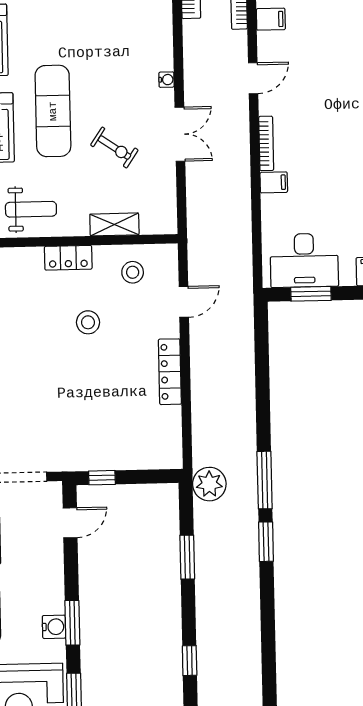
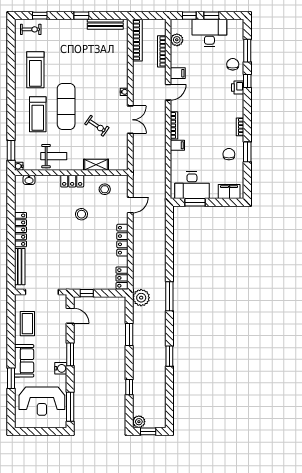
filing cabinet: (271, 19) -> (178, 73), moved
locker: (171, 446) -> (122, 278), added
door: (70, 523) -> (70, 316), hinge flipped
window: (266, 542) -> (169, 356), moved
window: (72, 623) -> (70, 354), moved

